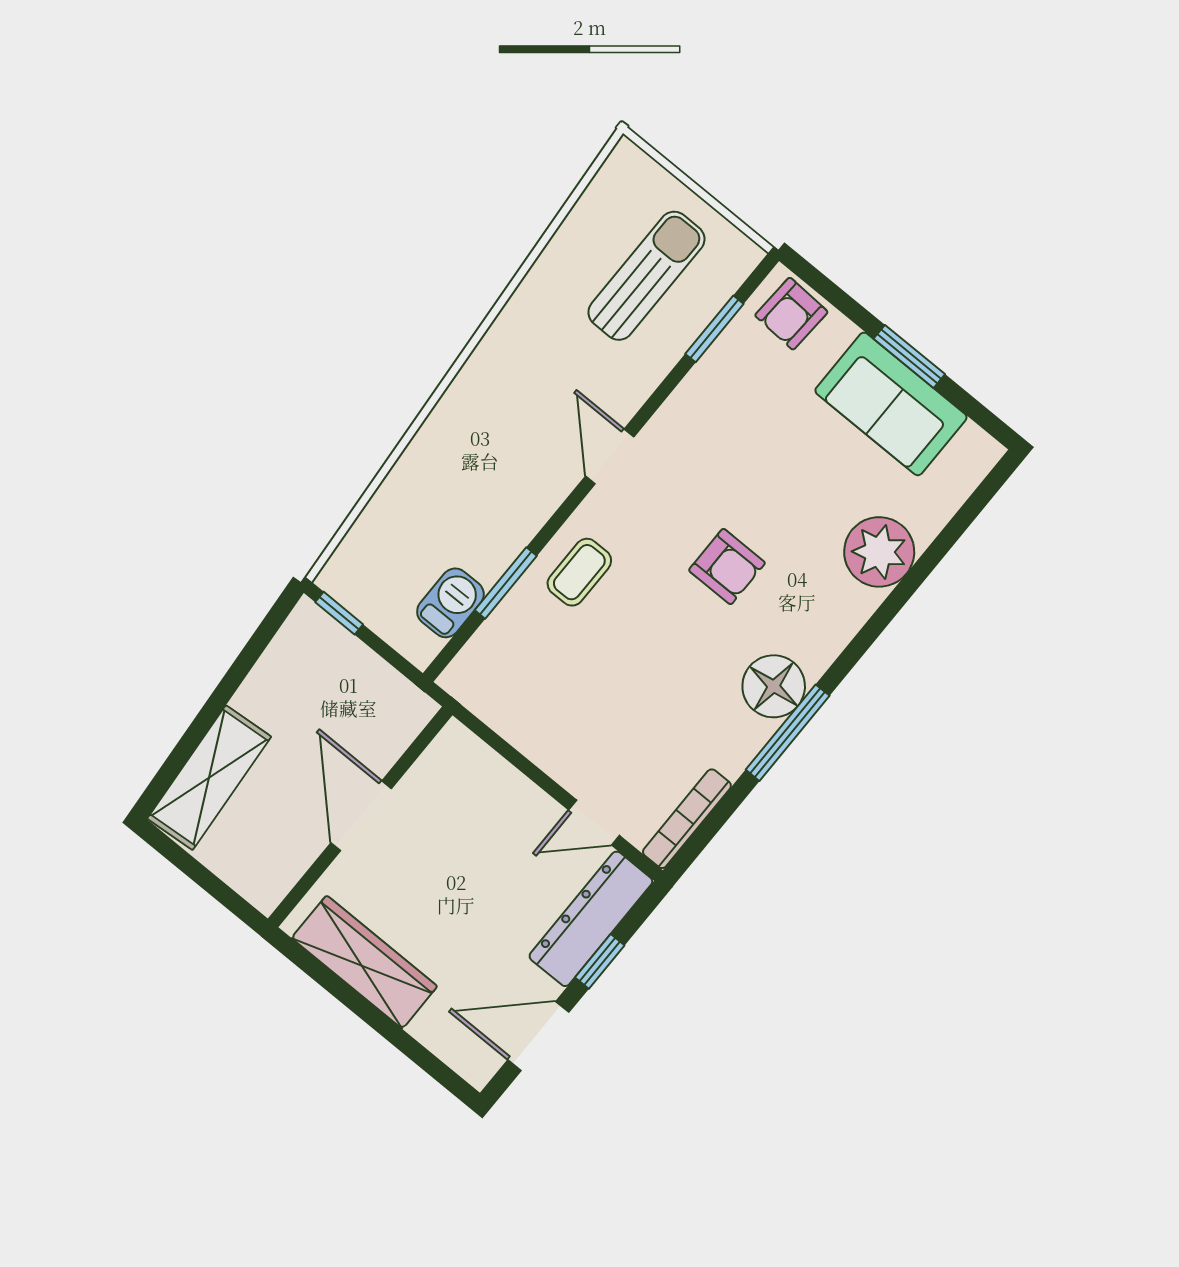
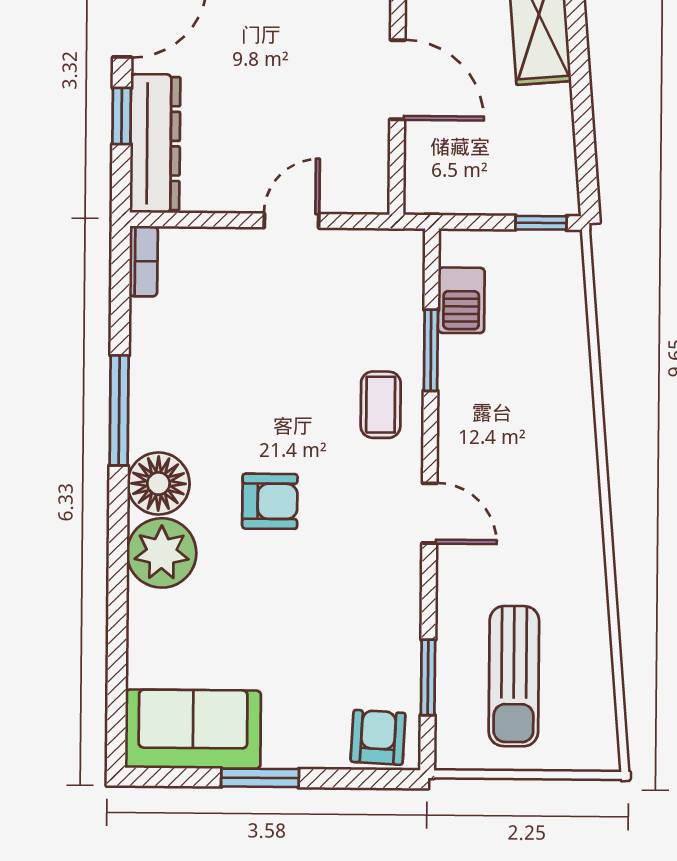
sofa: (891, 404) -> (193, 729), moved
plant: (879, 552) -> (162, 553), moved
armchair: (727, 567) -> (270, 501), turned 180
floor lamp: (774, 686) -> (158, 484), moved
bookcase: (687, 819) -> (143, 261), width x0.64
door: (594, 823) -> (292, 221), moved

